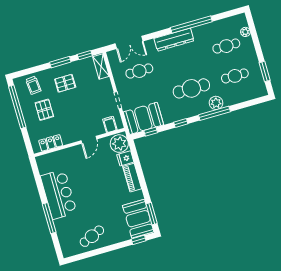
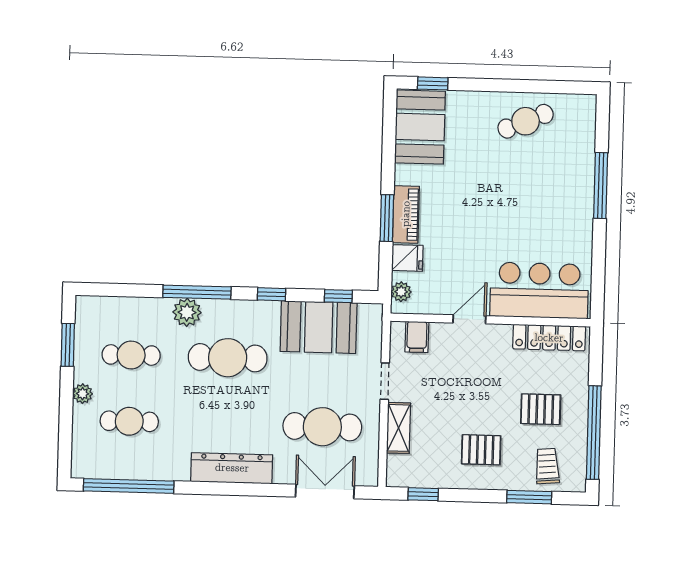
window: (191, 25) -> (129, 486), moved
plant: (245, 32) -> (83, 394), moved
window: (60, 62) -> (529, 497), moved
shelving: (101, 66) -> (398, 428), moved
cafe table: (139, 71) -> (322, 427), width x1.37, depth x1.35
pallet: (44, 110) -> (541, 409), turned 90
booth: (143, 118) -> (319, 327), moved
locker: (51, 143) -> (549, 338), width x1.53
plant: (119, 144) -> (401, 292), width x0.53, depth x0.53
bar counter: (59, 194) -> (539, 290), moved, turned 90
window: (152, 214) -> (387, 218), moved

